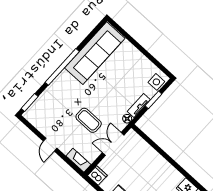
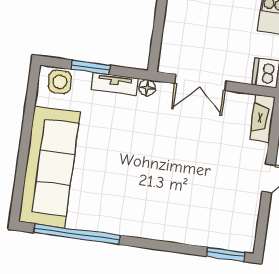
sofa: (95, 53) -> (49, 167), moved, turned 90
window: (62, 67) -> (77, 234), moved
coffee table: (89, 120) -> (190, 145), removed

